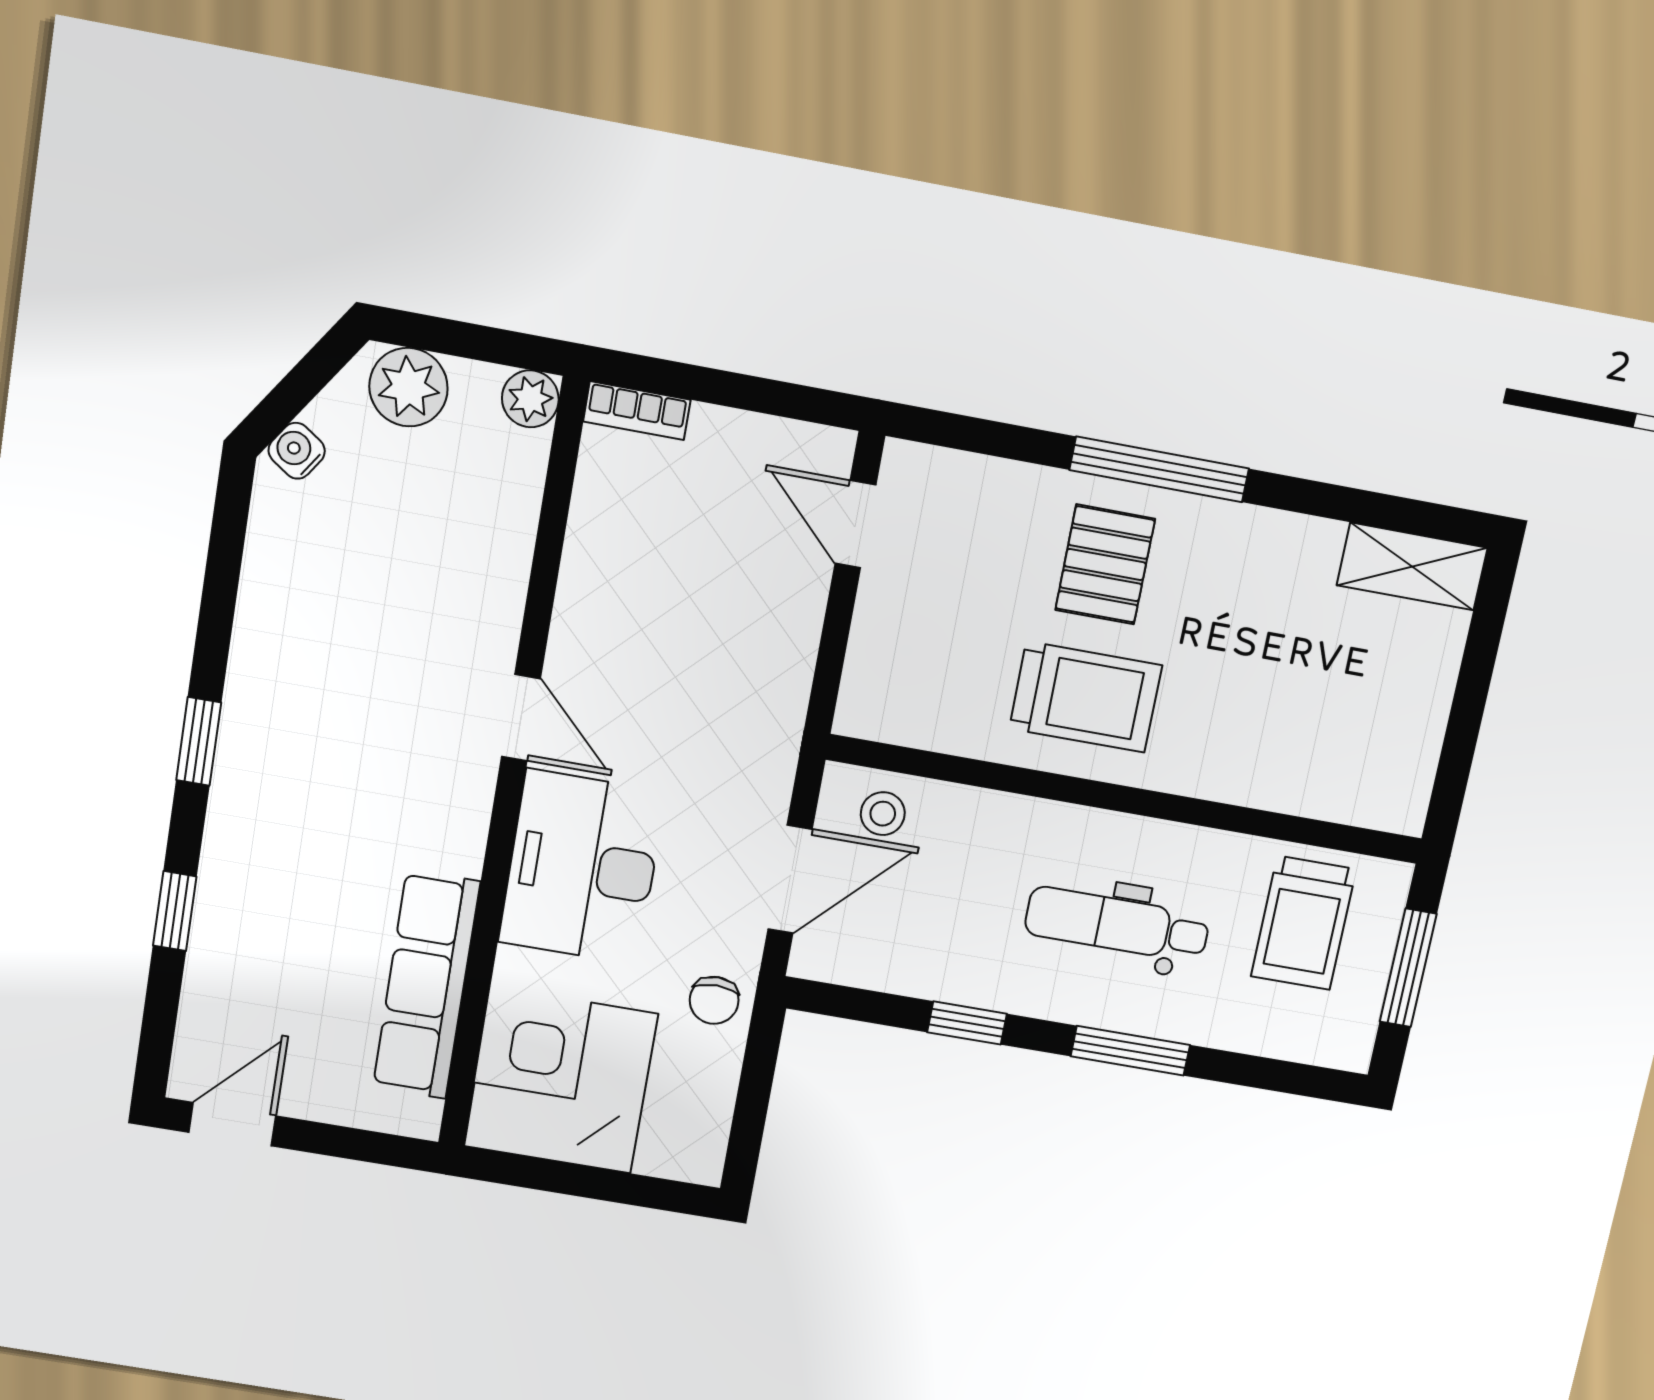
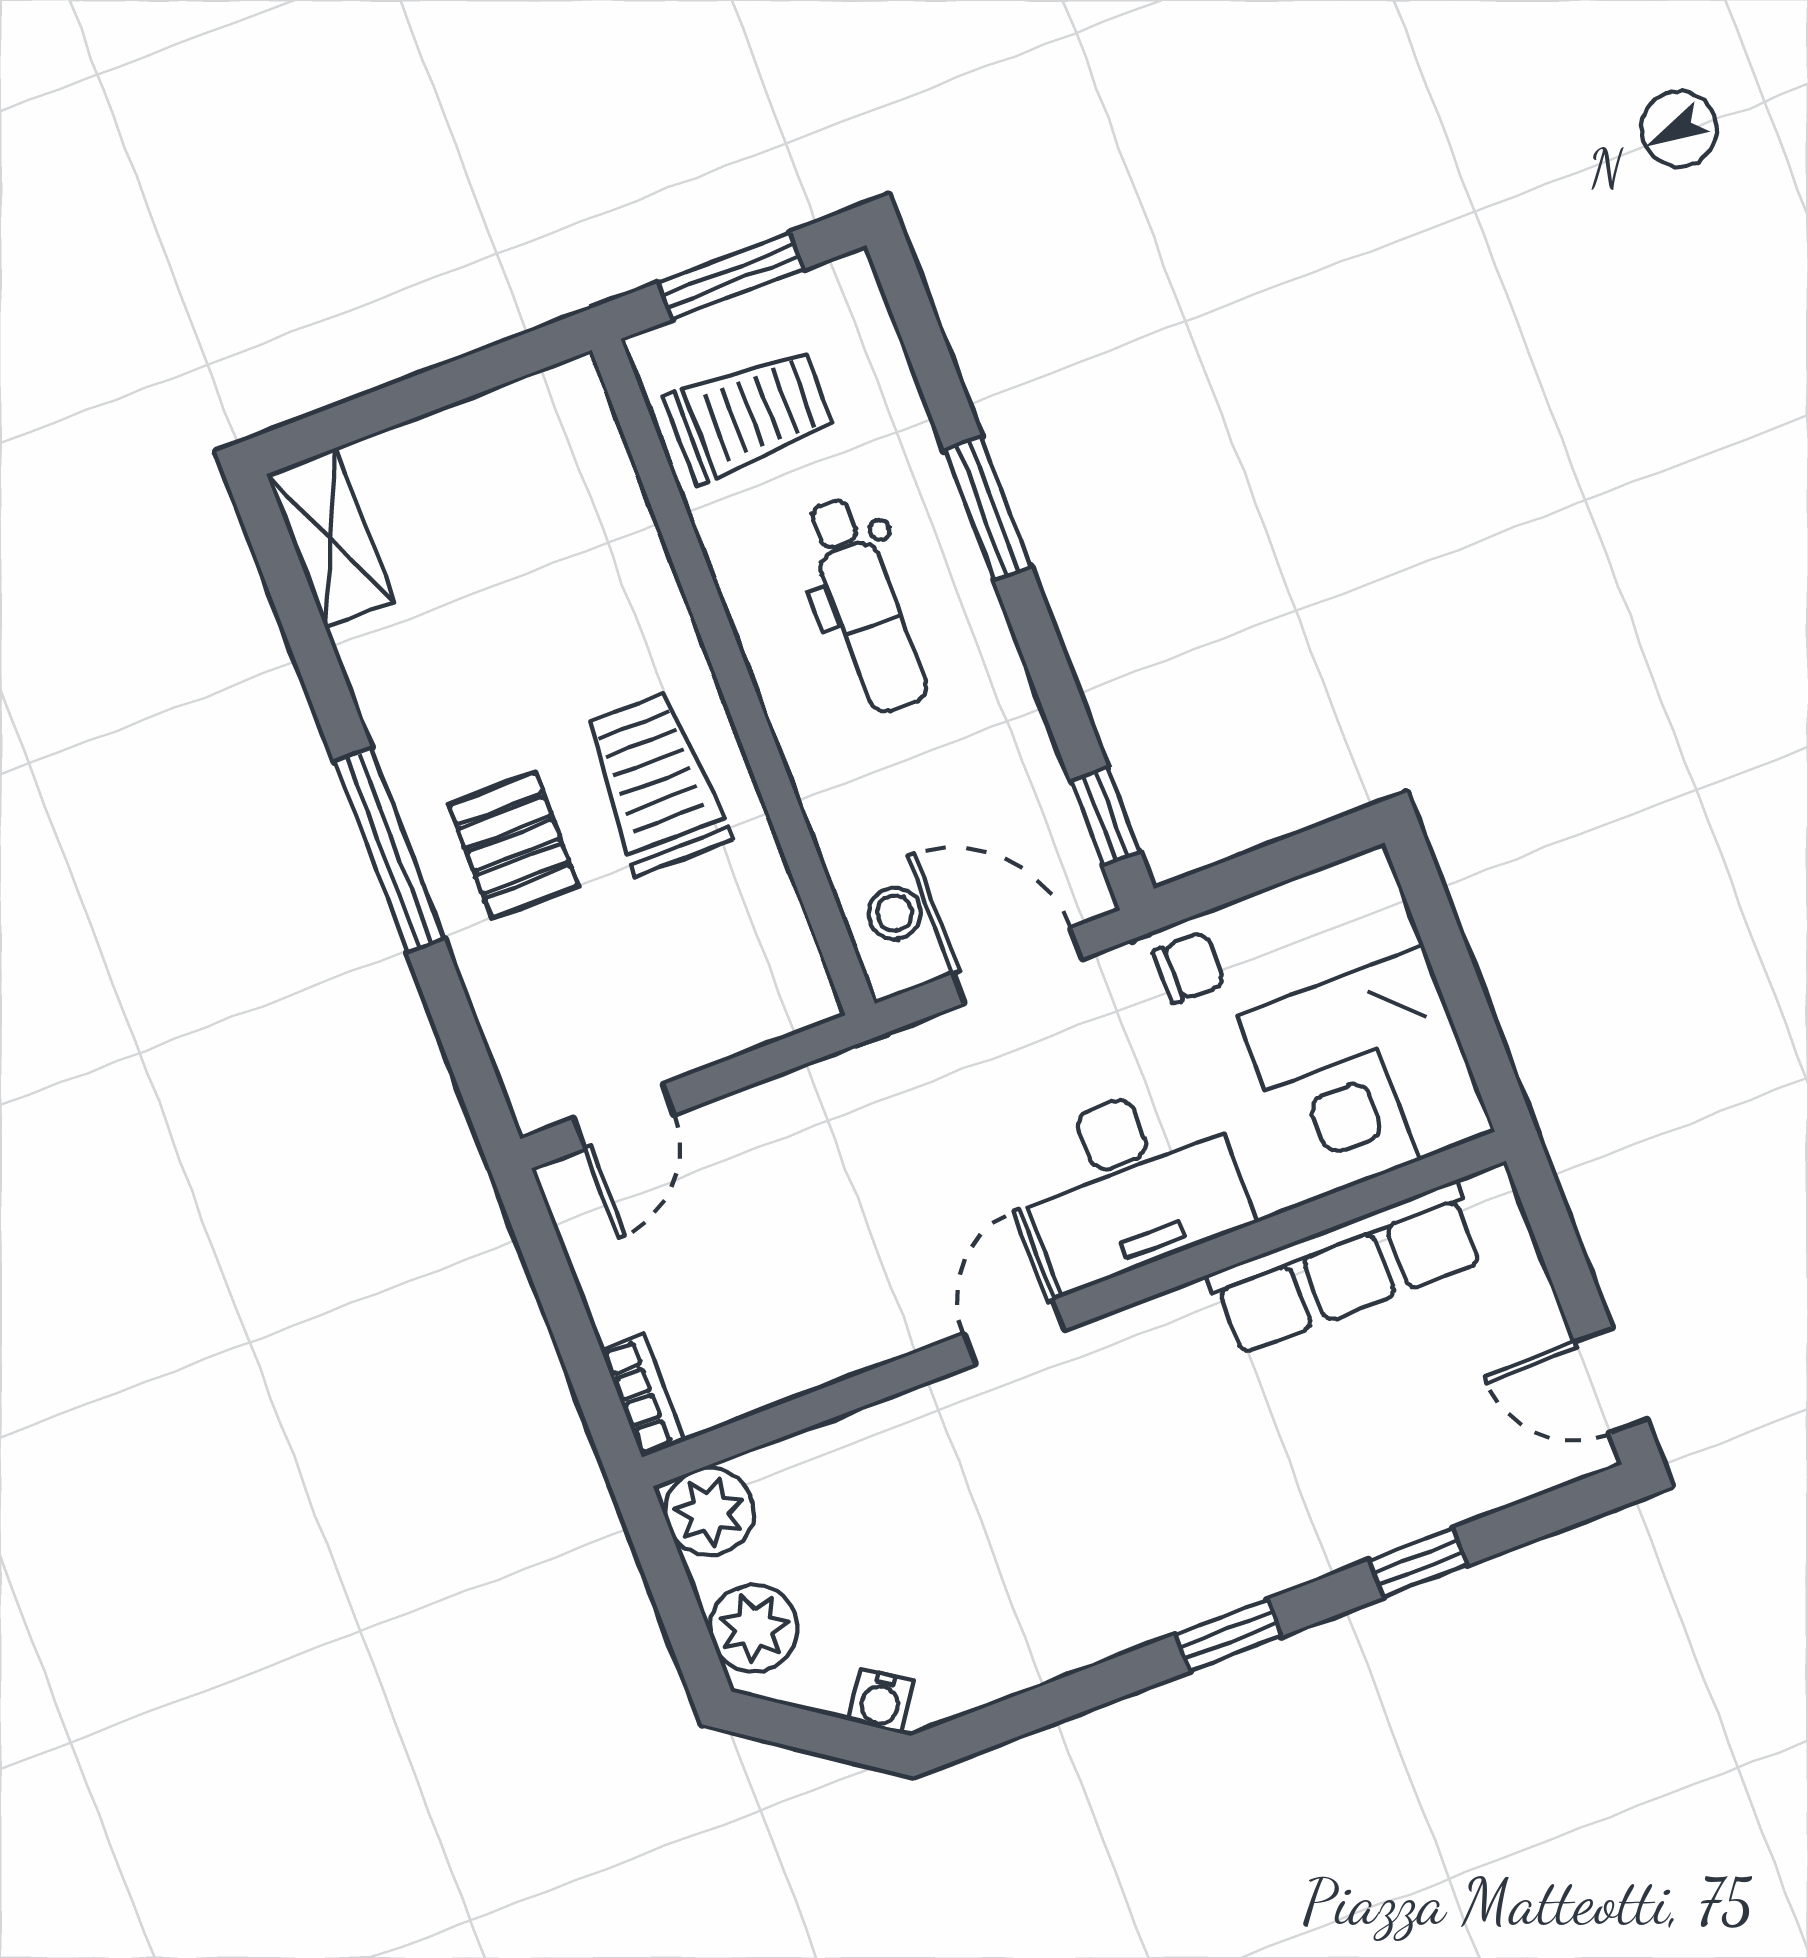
plant: (530, 399) -> (709, 1512), width x1.38, depth x1.38
pallet: (1105, 564) -> (513, 845), turned 90
window: (967, 1023) -> (1105, 816), moved

